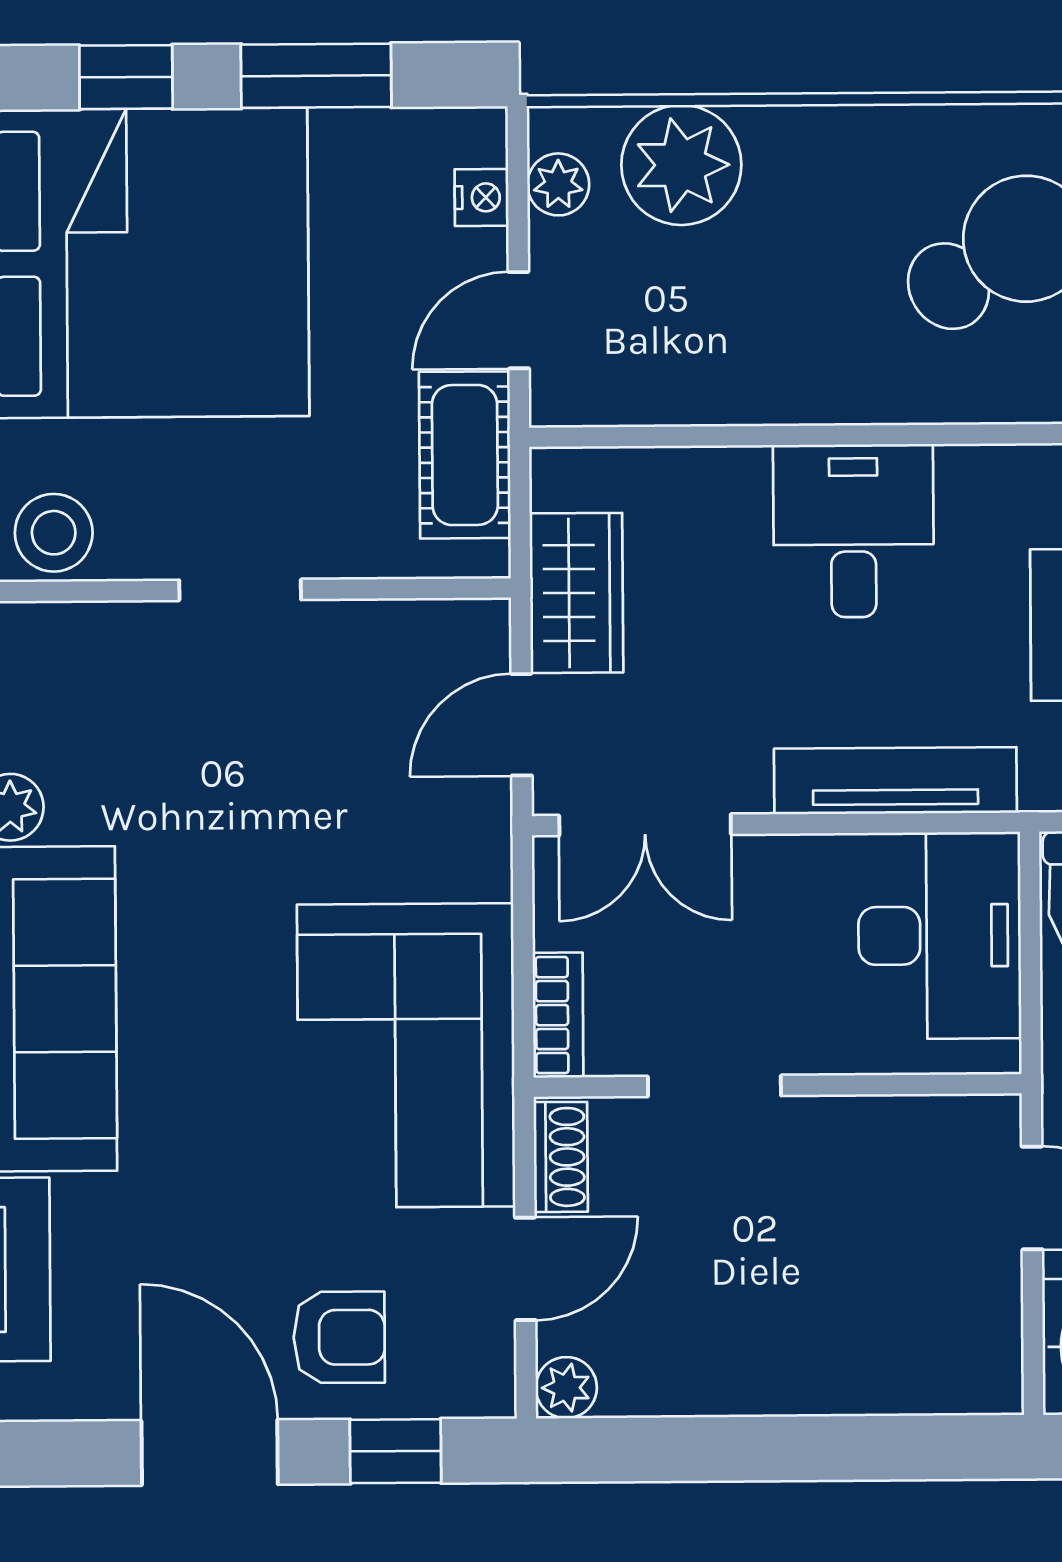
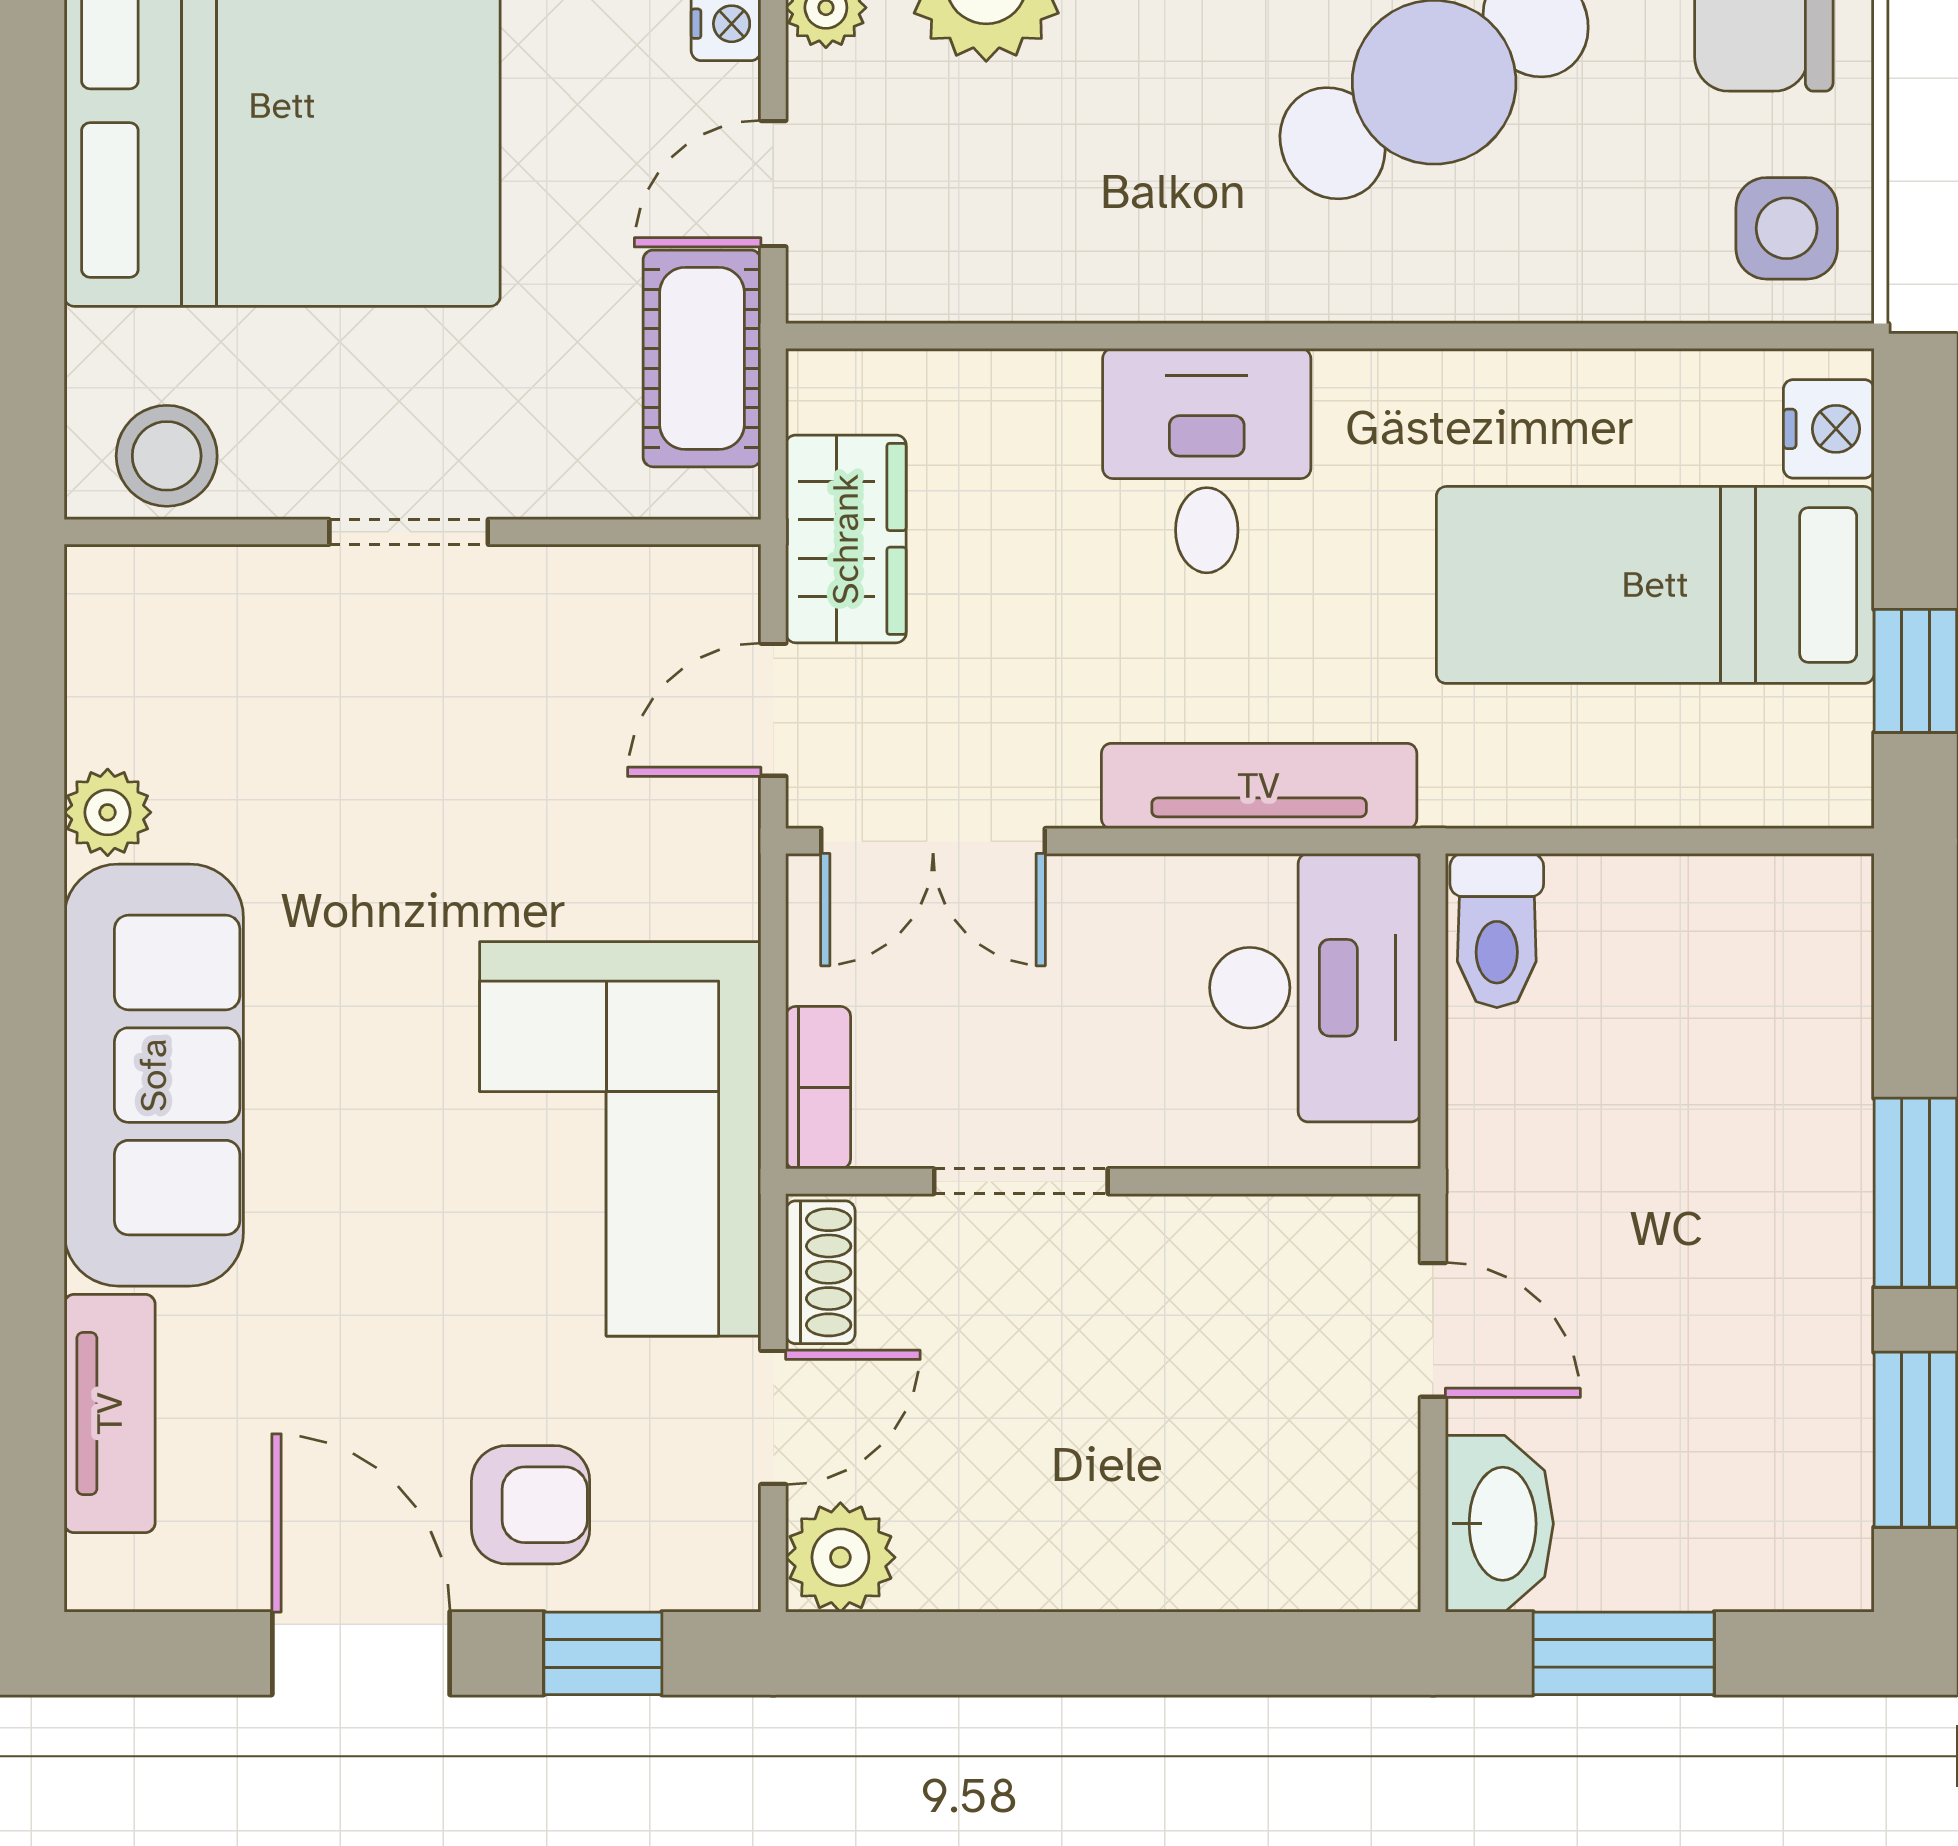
plant: (566, 1388) -> (840, 1557), width x1.38, depth x1.38

